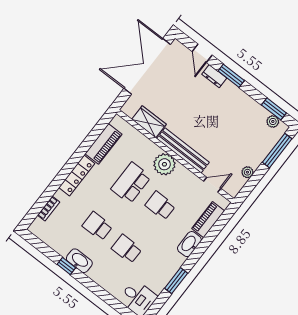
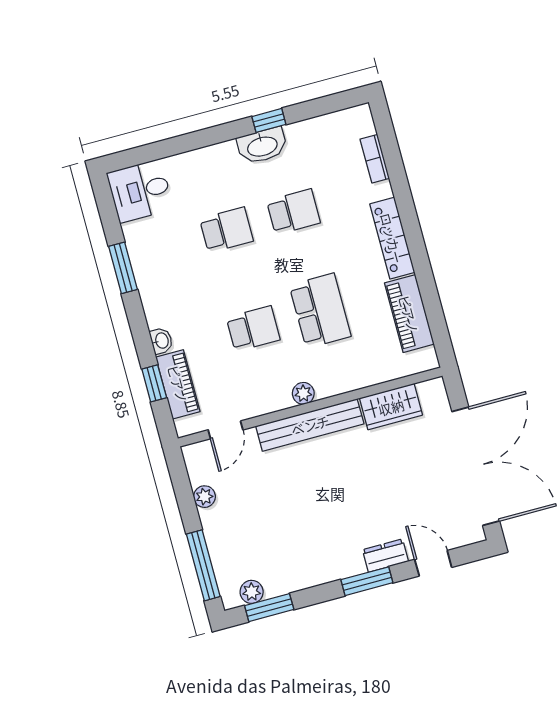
plant: (164, 164) -> (303, 393), width x0.53, depth x0.53
window: (215, 230) -> (154, 383), added
washbasin: (189, 244) -> (161, 341), width x0.52, depth x0.69

